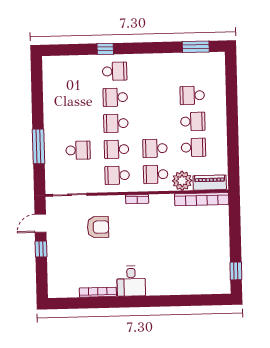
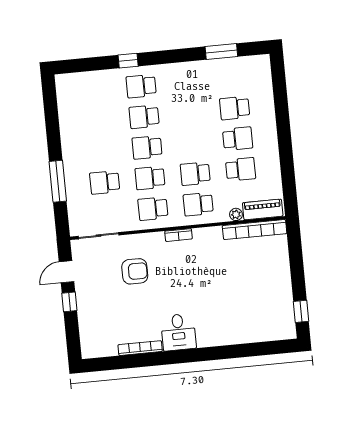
window: (196, 47) -> (221, 52), moved
school desk: (115, 71) -> (141, 86), turned 180
school desk: (78, 150) -> (105, 182), turned 180
plant: (182, 181) -> (236, 214), width x0.53, depth x0.53

